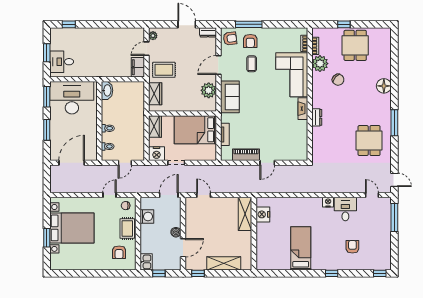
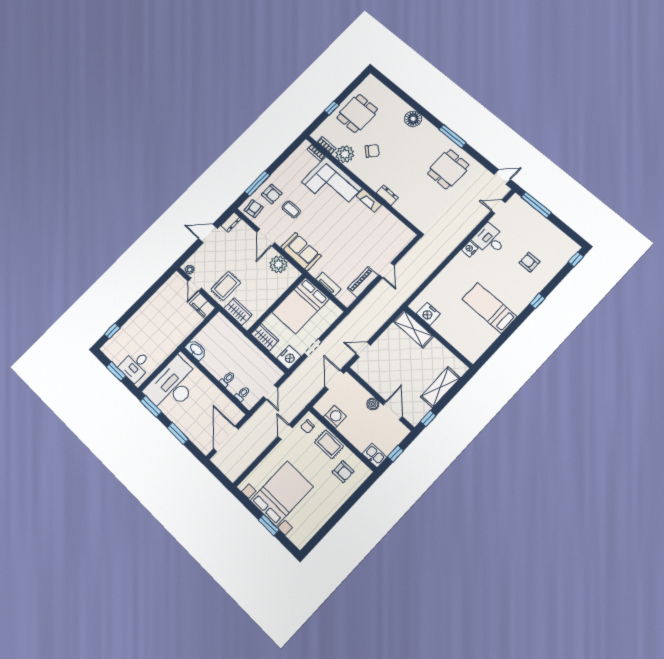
dining table: (355, 45) -> (357, 113), turned 90
dining table: (369, 141) -> (448, 169), turned 90

